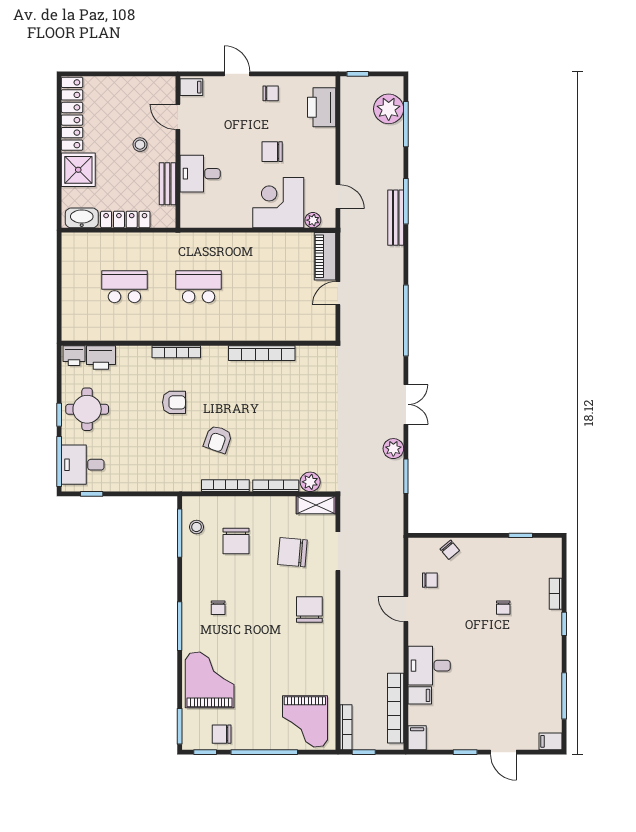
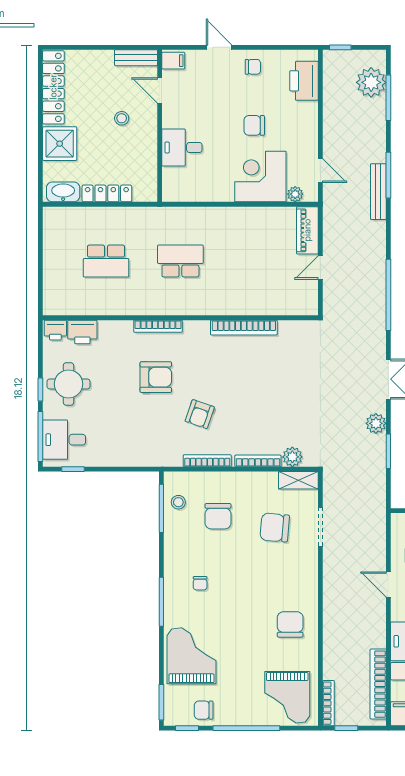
bench: (167, 184) -> (136, 58), moved, turned 90
school desk: (124, 287) -> (106, 261), turned 180
armchair: (174, 402) -> (156, 377), width x1.38, depth x1.38
chair: (309, 610) -> (290, 624), moved

